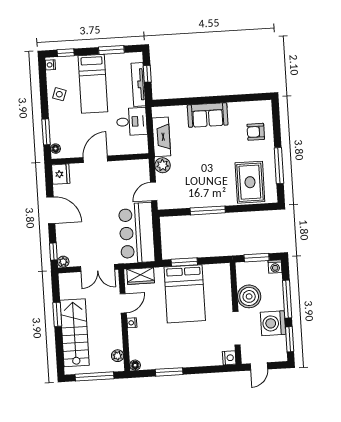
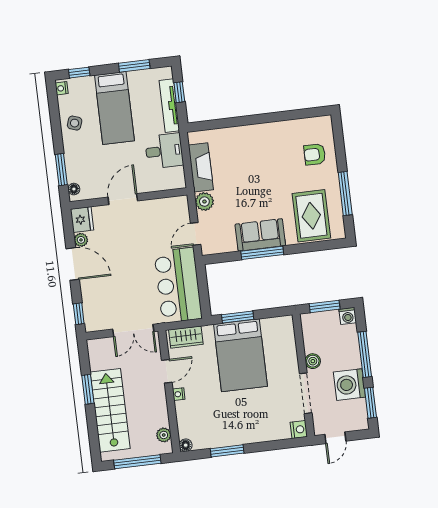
sofa: (208, 115) -> (260, 235), moved, turned 180
plant: (63, 262) -> (81, 240), moved
boiler: (249, 296) -> (313, 361), width x0.54, depth x0.54

